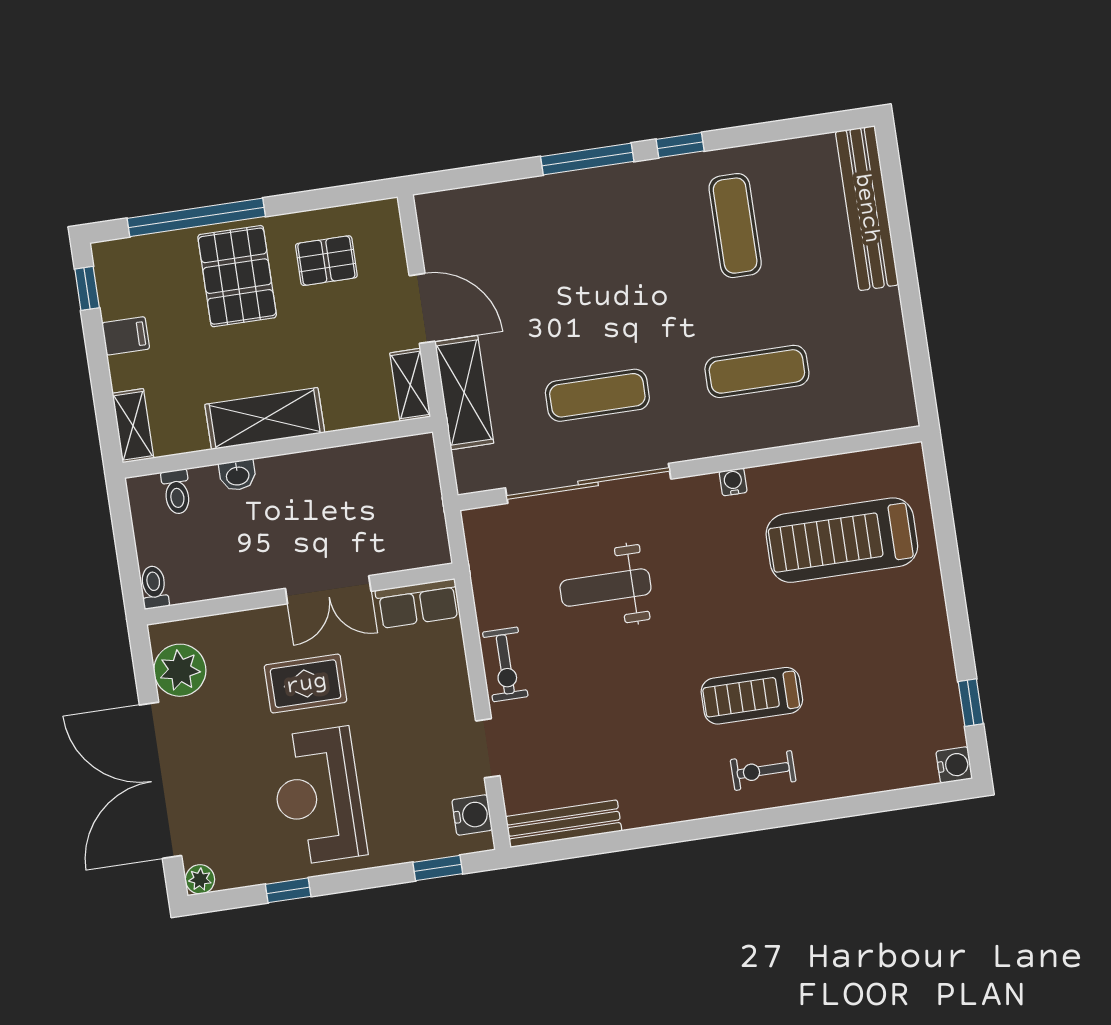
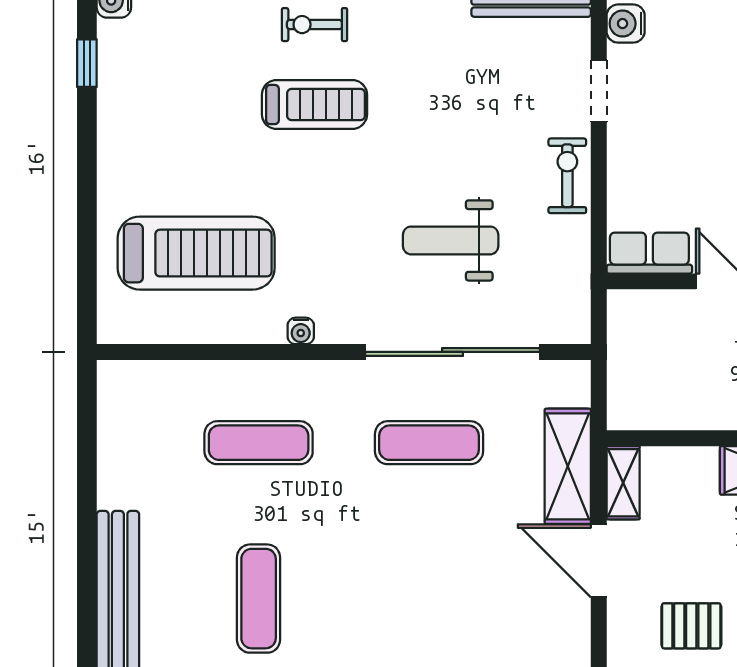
weight bench: (605, 588) -> (451, 240), turned 180
exercise bike: (763, 771) -> (314, 25), turned 180

